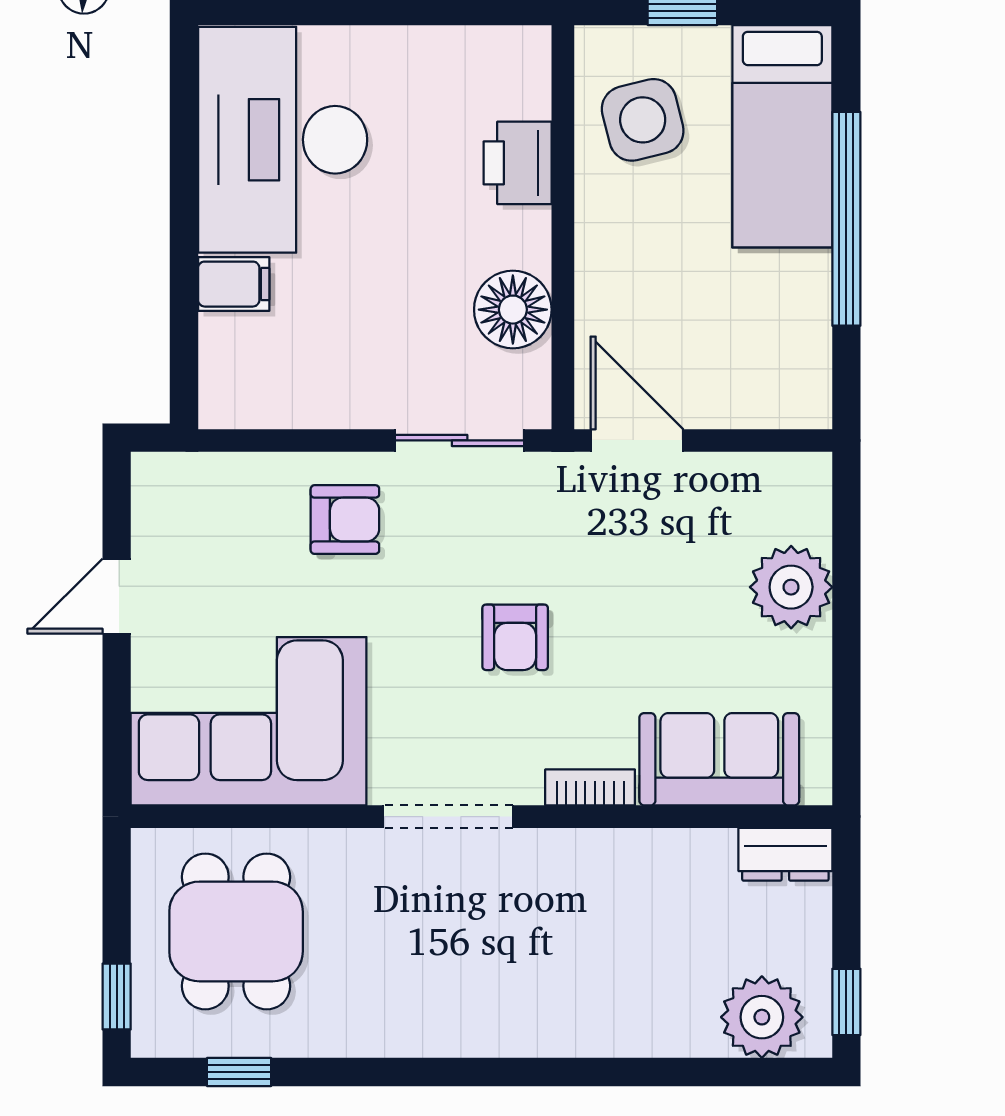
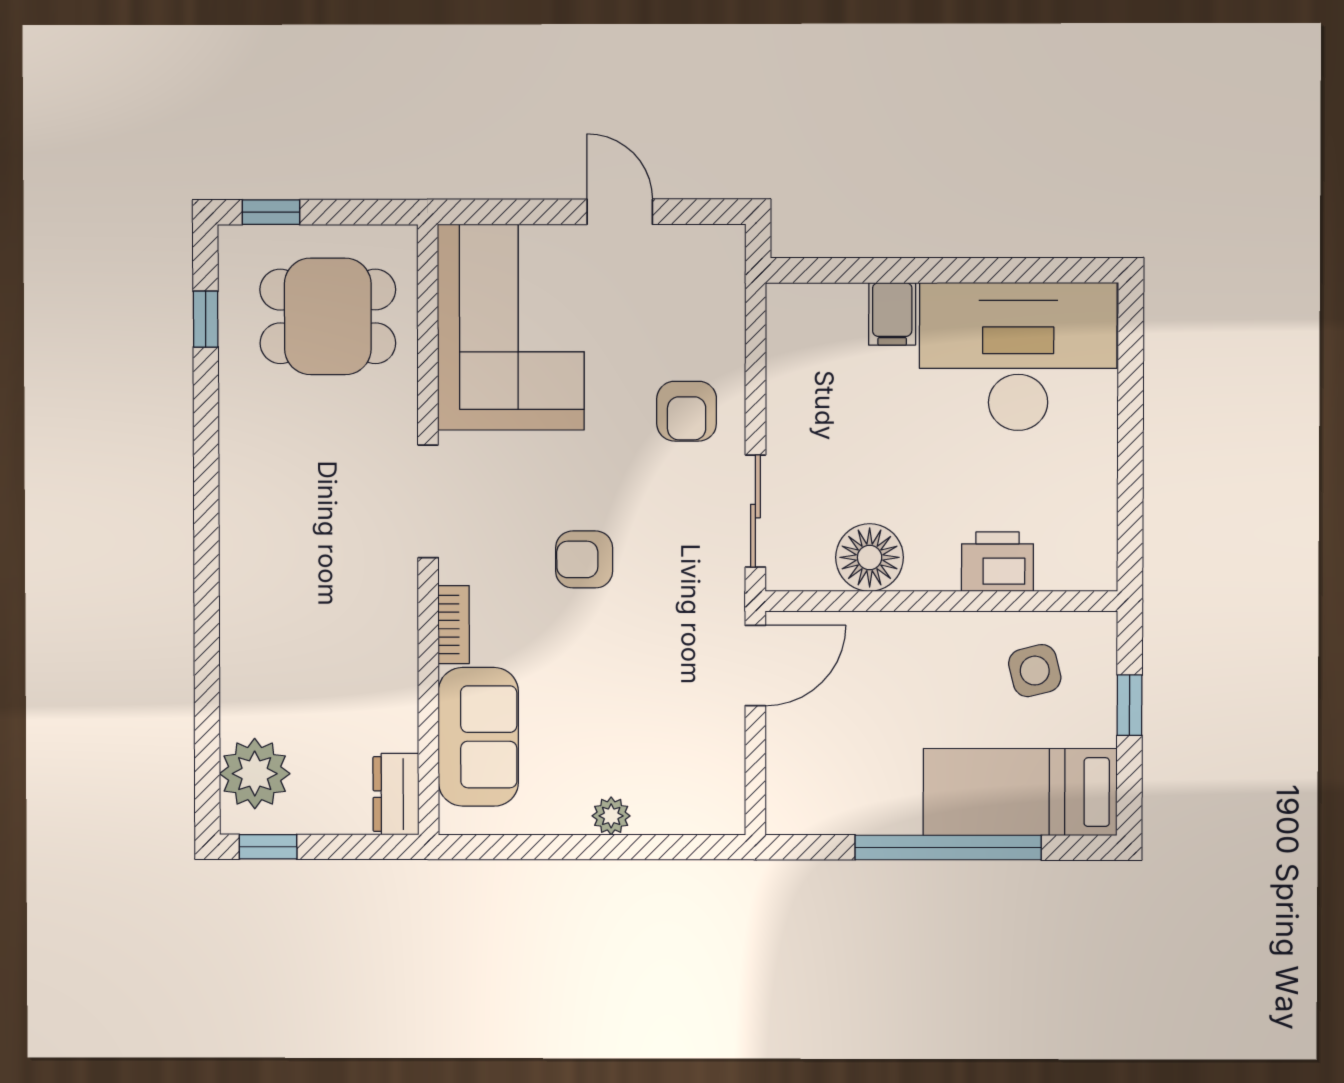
side table: (643, 120) -> (1035, 671), width x0.73, depth x0.73
plant: (791, 587) -> (611, 816), width x0.53, depth x0.53

